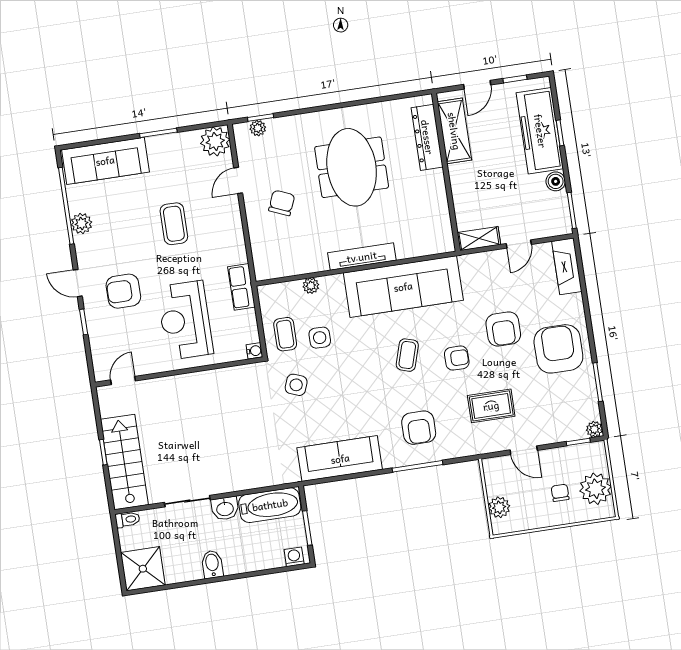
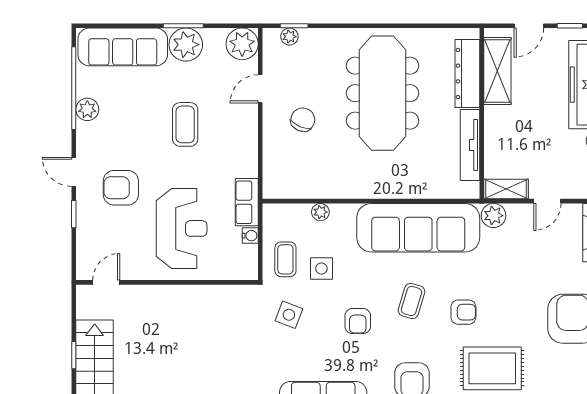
plant: (163, 150) -> (186, 45), added
meeting table: (352, 167) -> (383, 93), width x1.36
tv unit: (362, 257) -> (470, 145), moved, turned -90
plant: (471, 265) -> (493, 216), added
reception desk: (185, 320) -> (182, 228), turned 180
armchair: (503, 329) -> (358, 321), moved, width x0.72, depth x0.72
water cooler: (254, 351) -> (250, 236), moved
rug: (491, 406) -> (492, 368), width x1.36, depth x1.43

